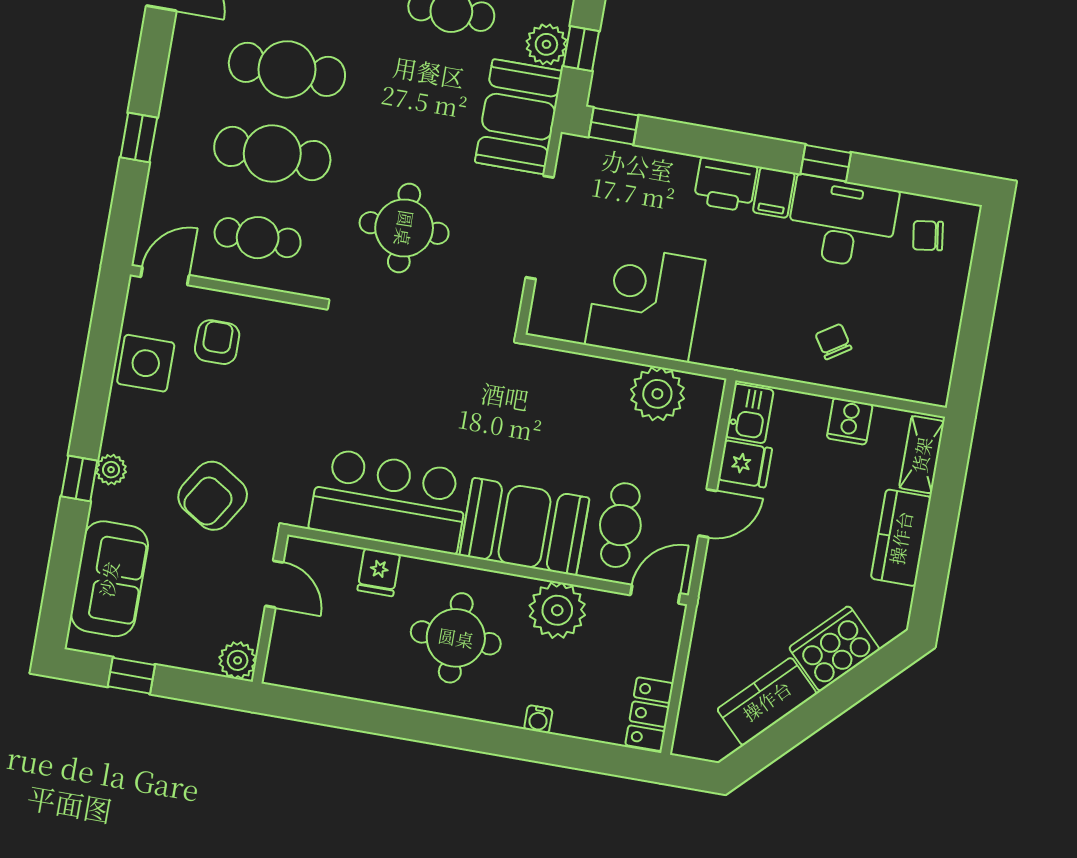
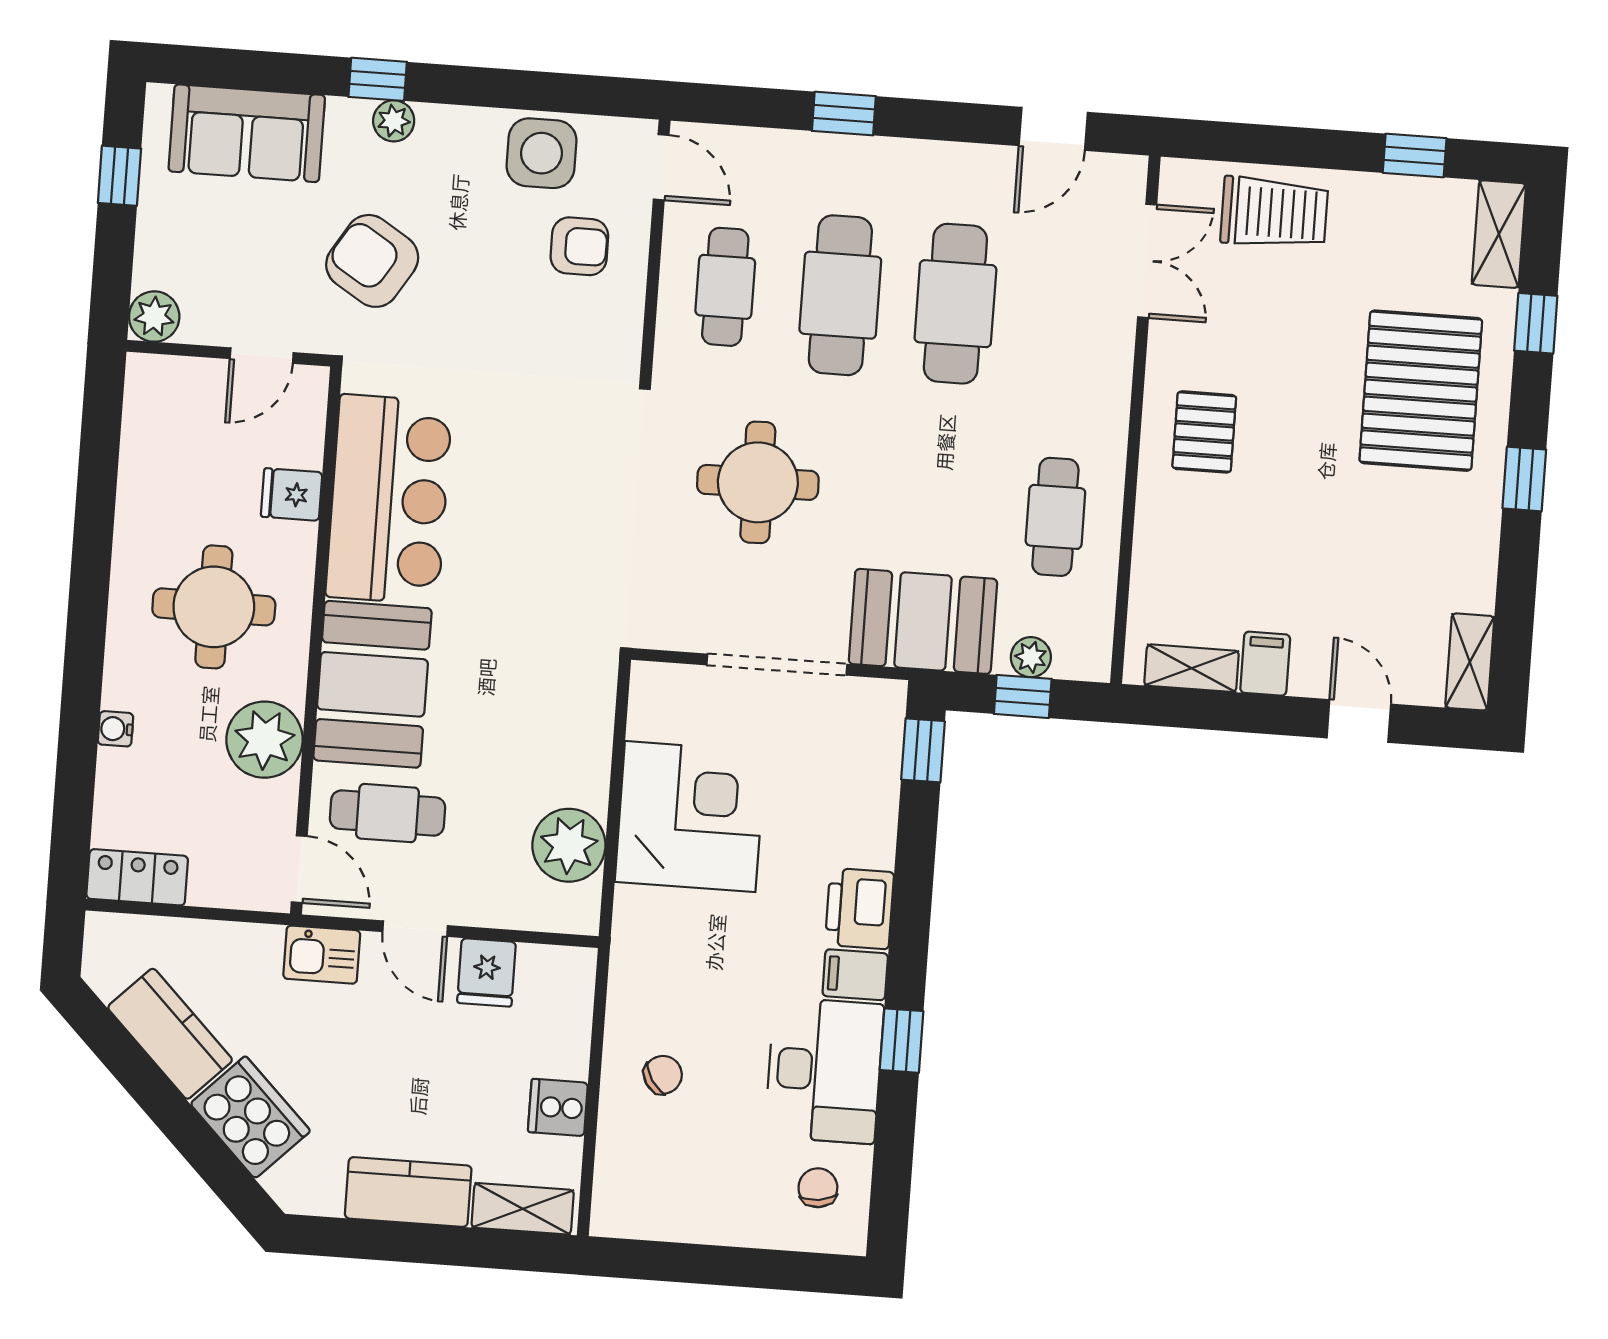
plant: (546, 44) -> (1031, 657), width x0.73, depth x0.73
kitchen sink: (750, 413) -> (322, 955), moved

